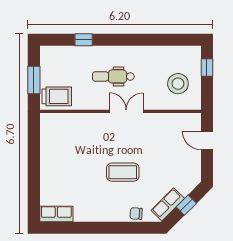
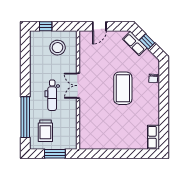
window: (84, 40) -> (25, 117), width x3.17
trolley: (57, 96) -> (45, 131), moved, turned 180
coffee table: (123, 172) -> (123, 88), width x1.36, depth x1.32
row of seats: (168, 204) -> (135, 43), moved

